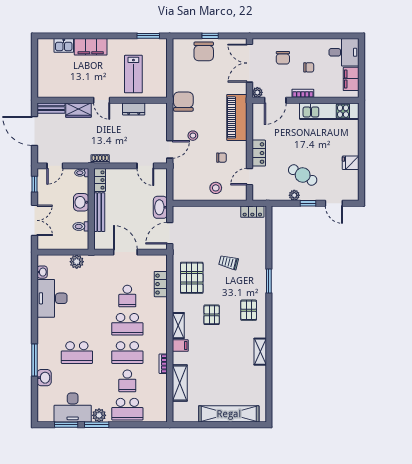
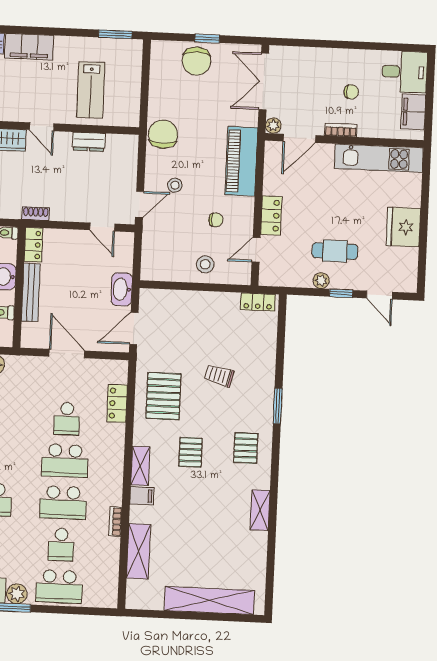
chair: (283, 58) -> (314, 76), removed
fridge: (351, 163) -> (403, 227), width x1.88, depth x1.34
cafe table: (303, 175) -> (335, 251), turned -30

